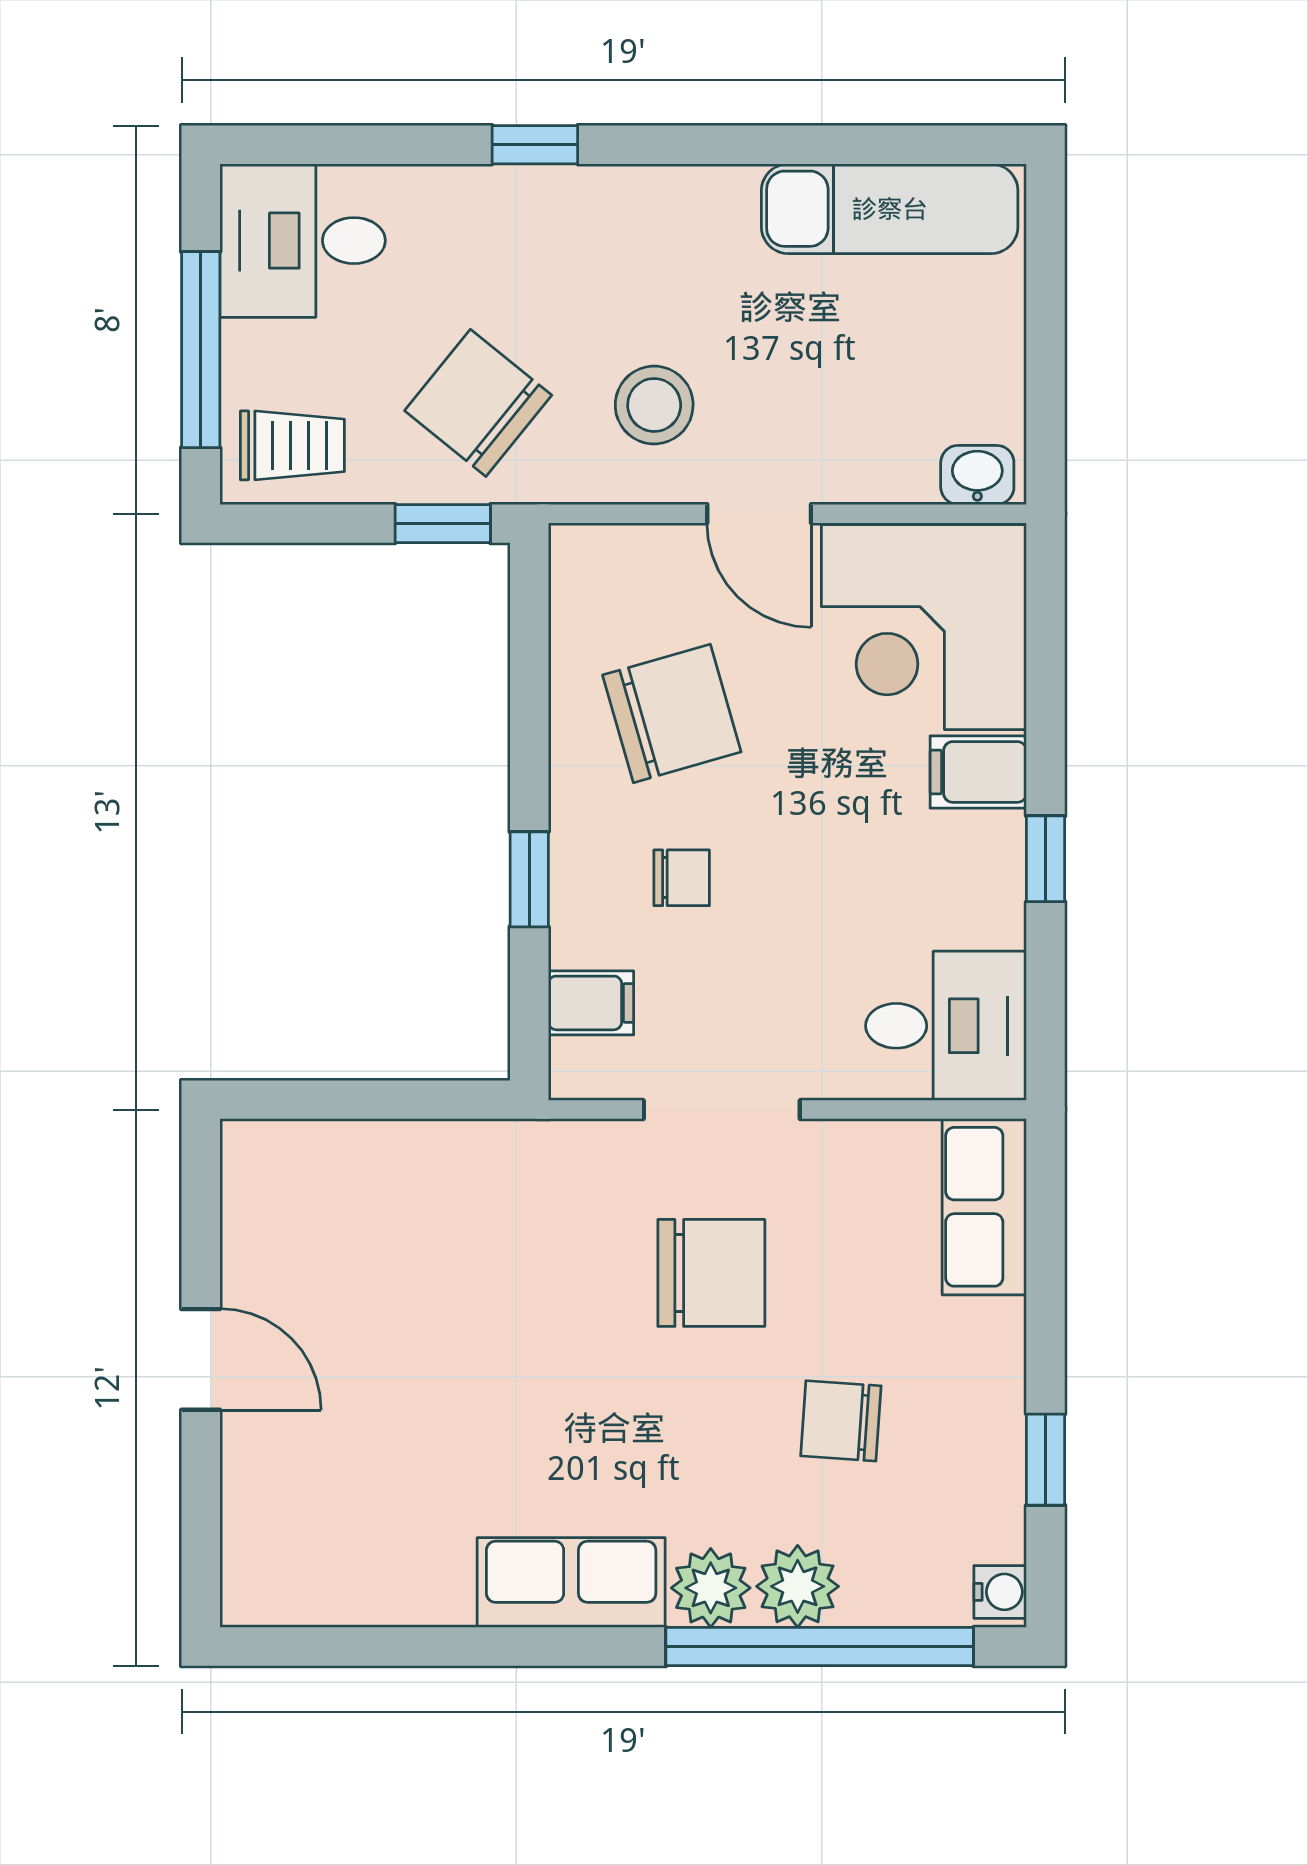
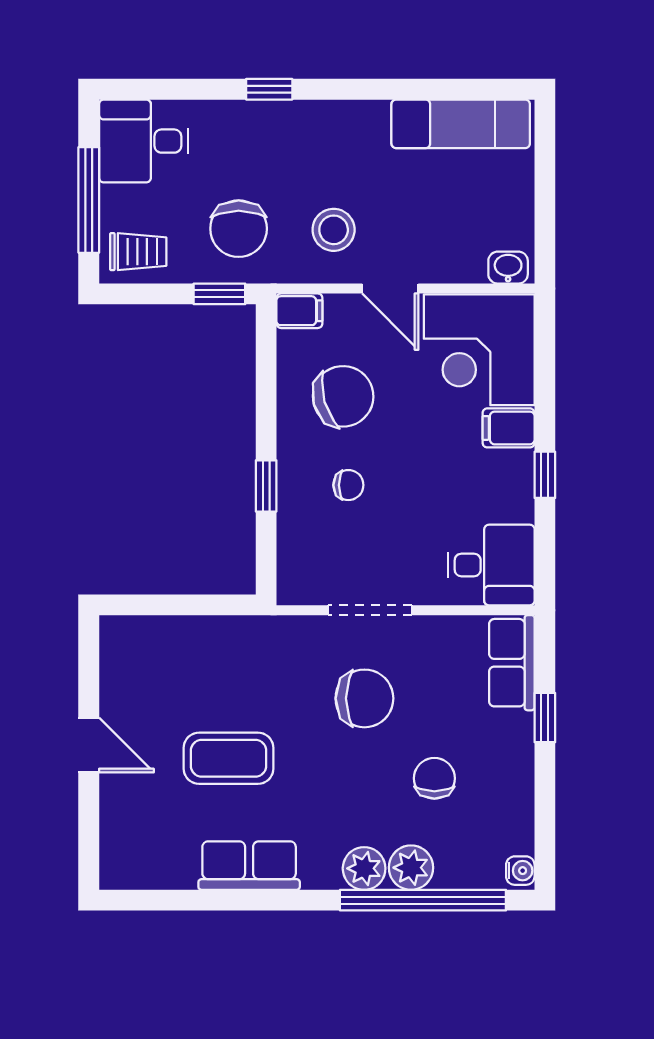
chair: (478, 403) -> (239, 229), turned -129
filing cabinet: (591, 1003) -> (299, 311), moved
coffee table: (460, 1384) -> (229, 758), added
chair: (841, 1421) -> (434, 778), turned 86
window: (1046, 1460) -> (545, 718), moved
row of seats: (571, 1583) -> (249, 866), moved

